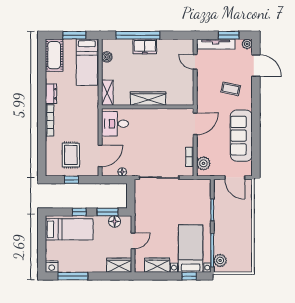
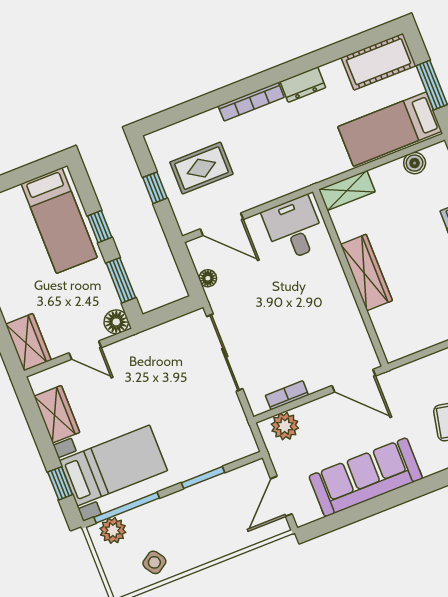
floor lamp: (115, 221) -> (116, 322), moved
side table: (242, 247) -> (154, 562), added

